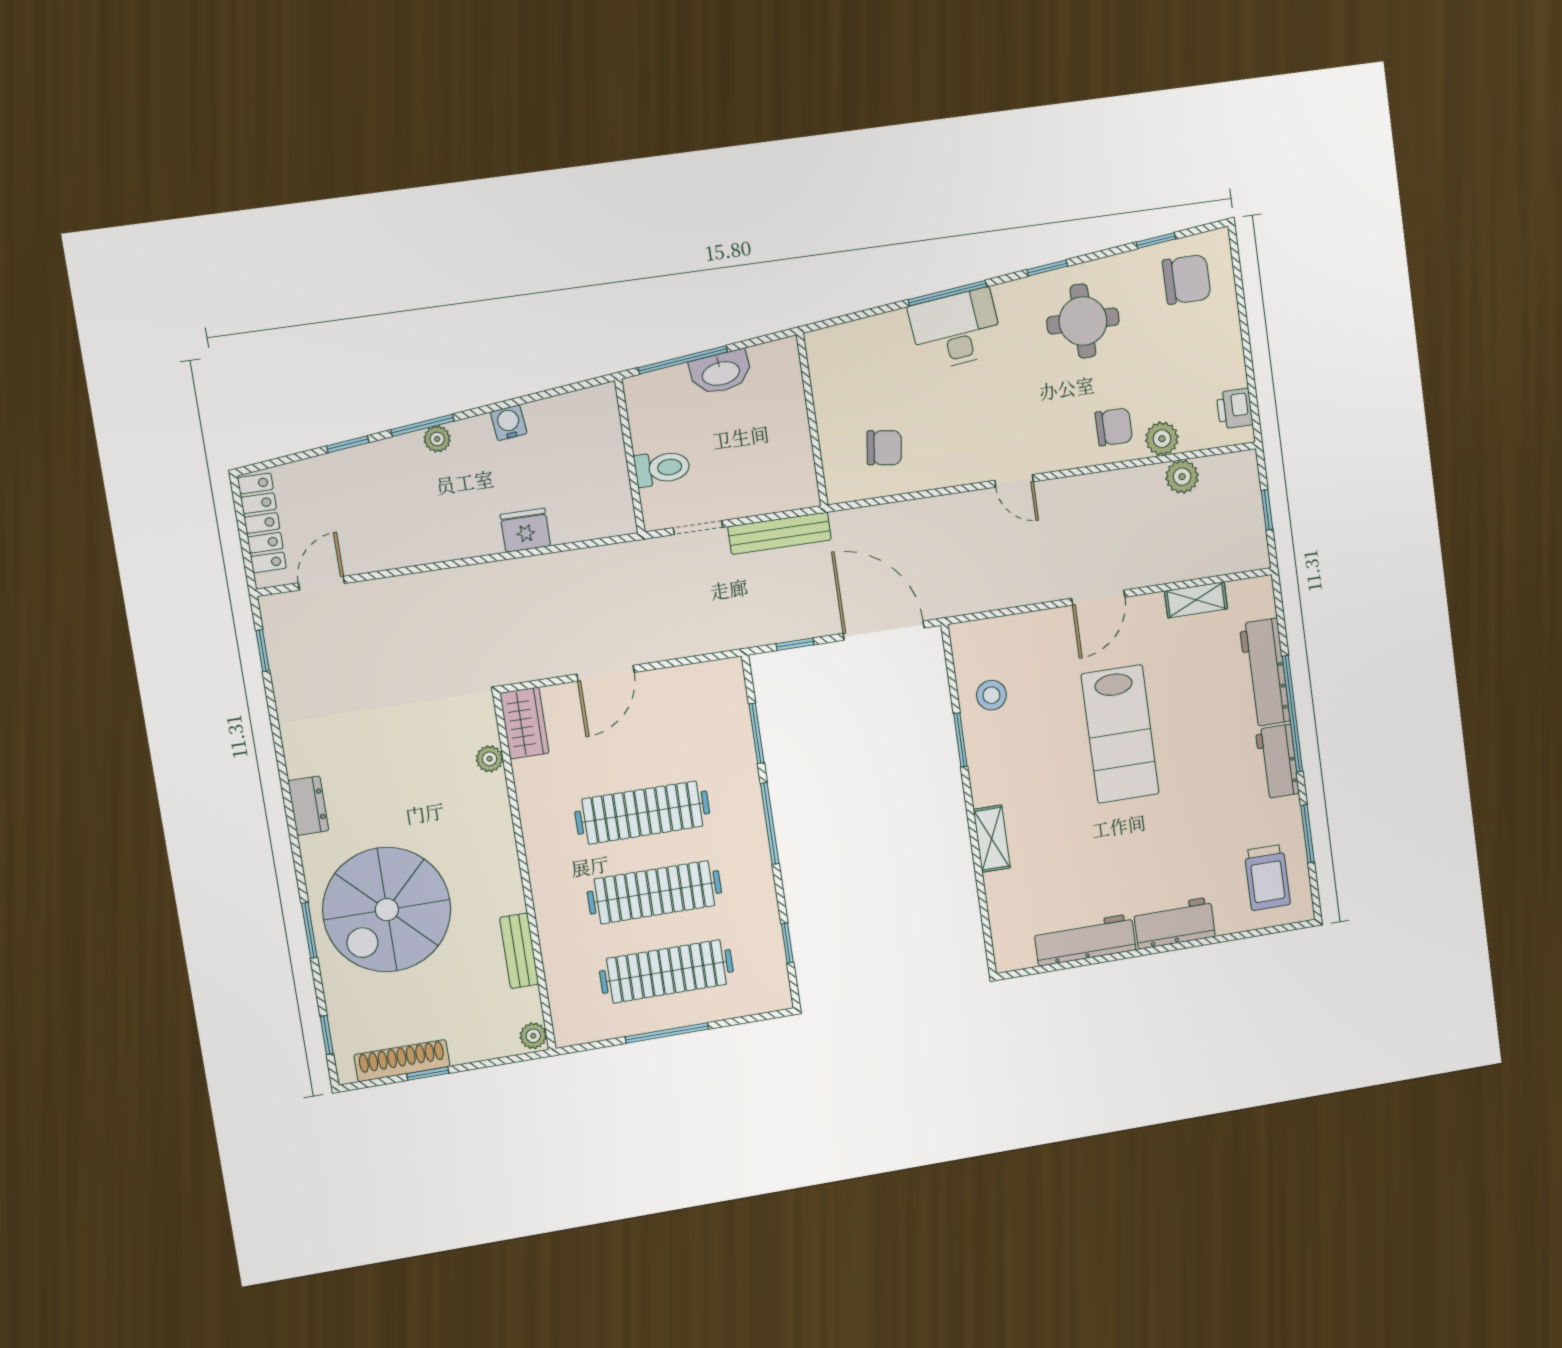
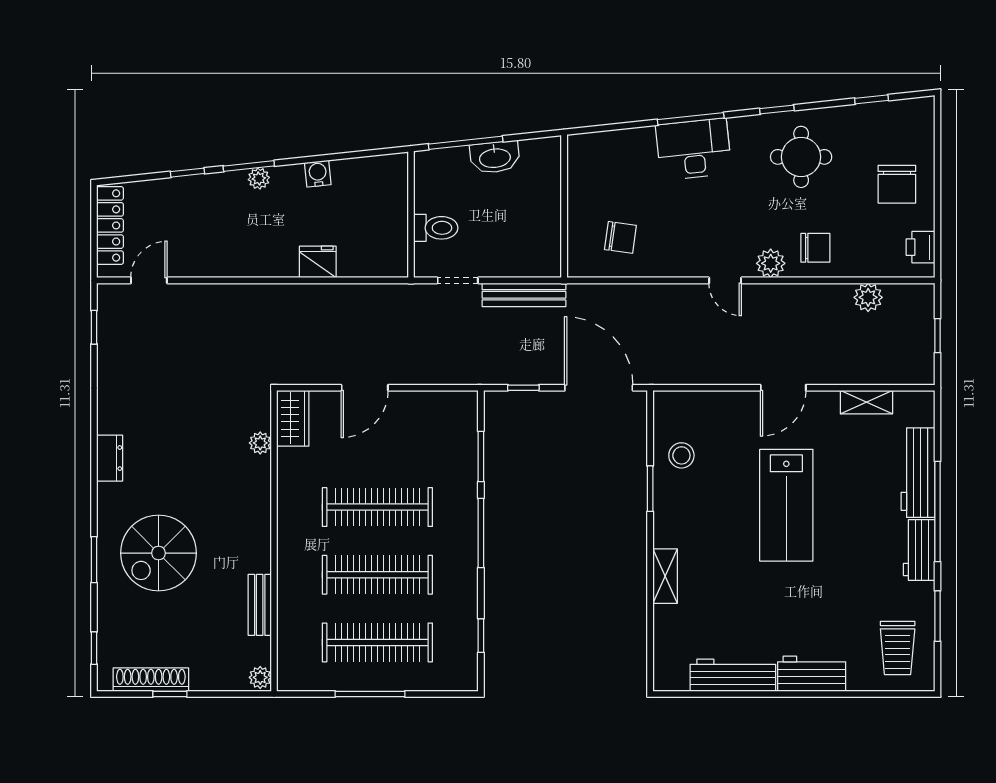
chair: (1187, 279) -> (897, 184), moved, turned 90
plant: (1162, 439) -> (771, 263), moved
spiral stairs: (387, 910) -> (158, 553), width x0.73, depth x0.73

